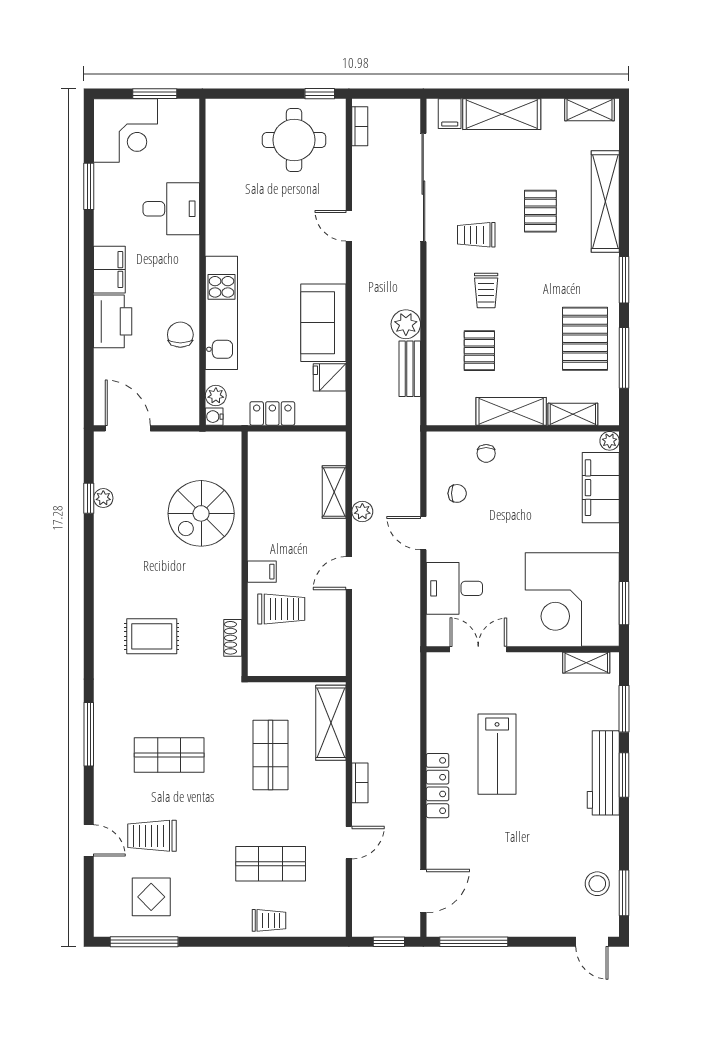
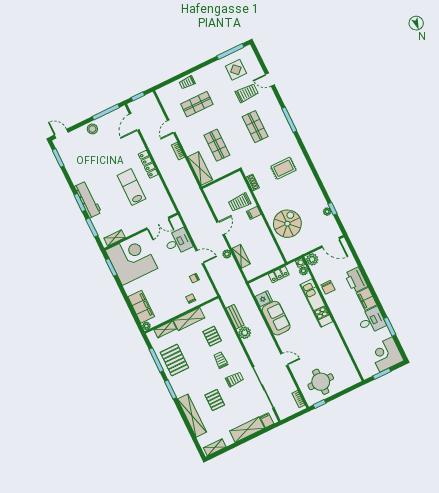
desk: (171, 209) -> (371, 321), moved, turned 180
plant: (185, 411) -> (312, 259), added
shop shelf: (169, 755) -> (255, 127), turned 90
stool: (597, 884) -> (92, 129), moved

